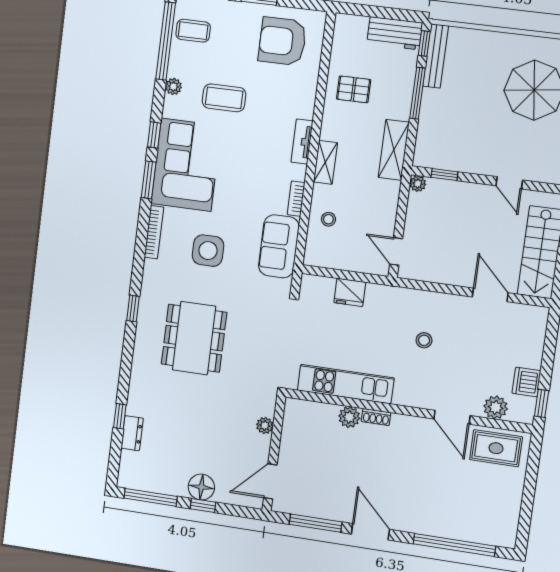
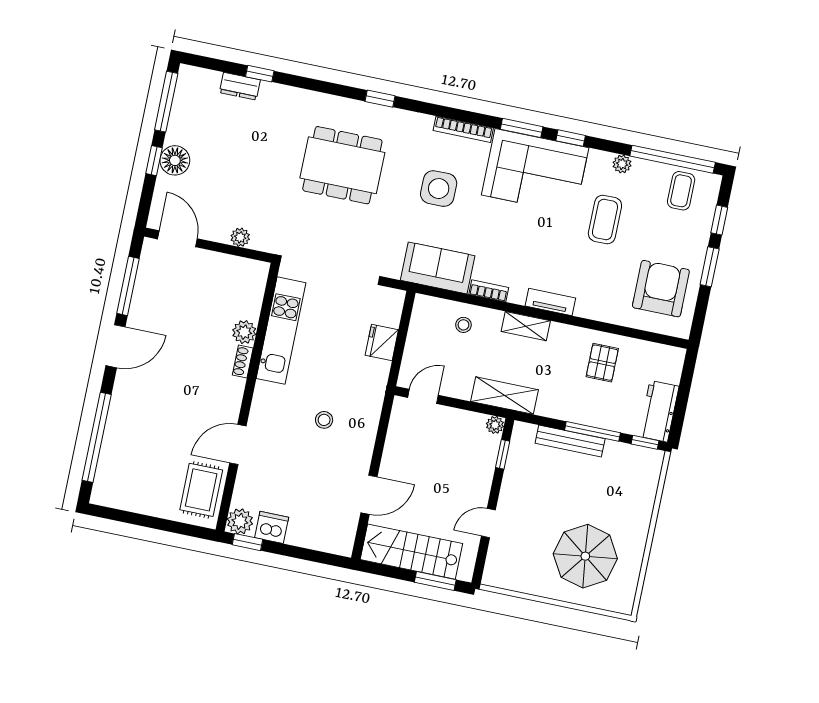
bench: (436, 56) -> (570, 441), moved
shelving: (394, 150) -> (505, 396), moved
plant: (496, 407) -> (240, 521), moved

